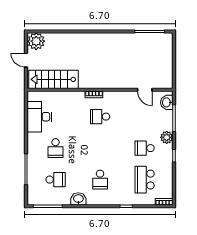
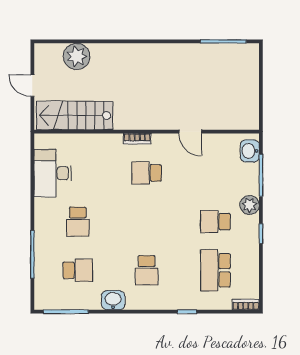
plant: (36, 41) -> (77, 56), moved
door: (145, 90) -> (190, 132), moved

